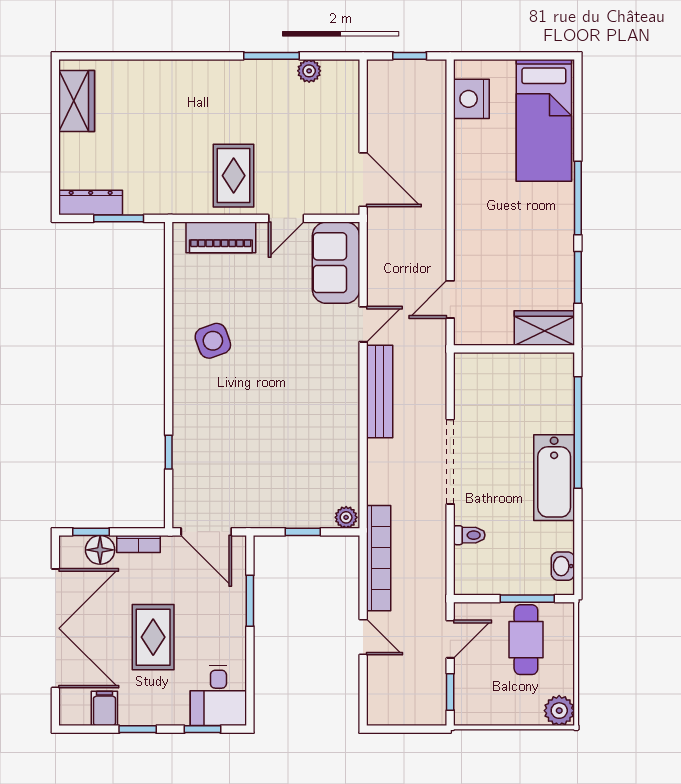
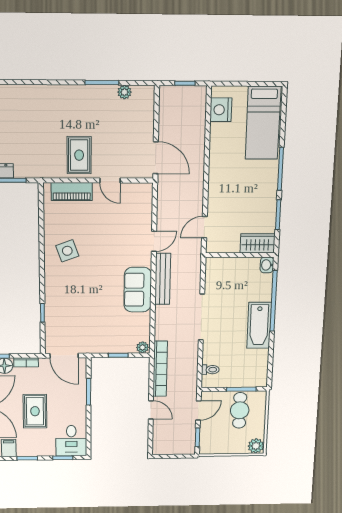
door: (286, 218) -> (110, 180), hinge flipped
sofa: (336, 263) -> (138, 290), moved
toilet: (469, 535) -> (210, 370), moved
washbasin: (563, 566) -> (267, 265), moved

